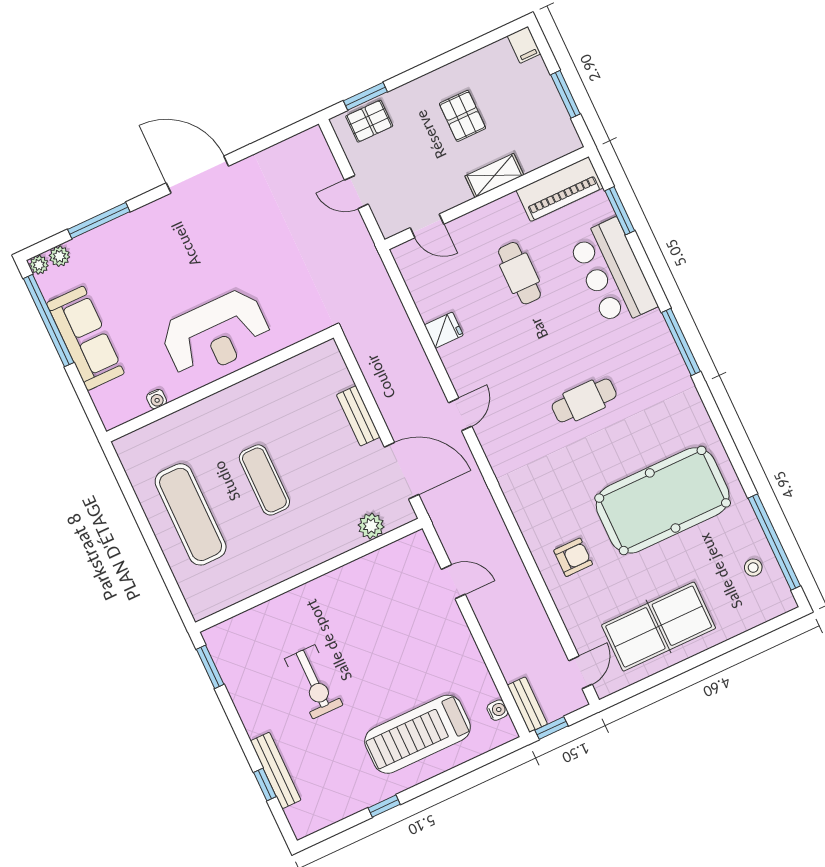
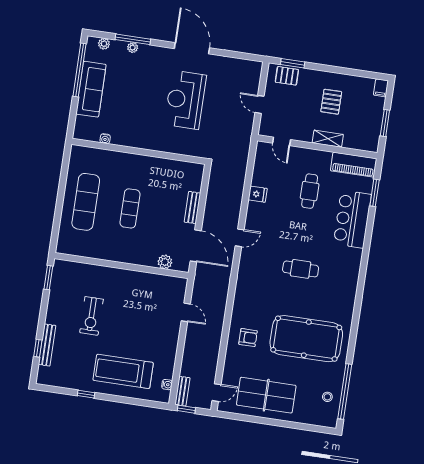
plant: (39, 265) -> (133, 48), moved
reception desk: (216, 334) -> (185, 100), moved, turned 90
window: (681, 342) -> (363, 272), removed

